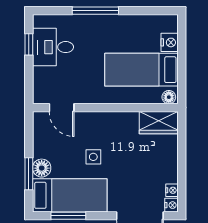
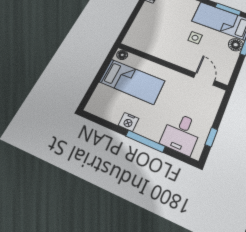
nightstand: (170, 42) -> (129, 122), moved, turned -90
desk: (53, 47) -> (181, 133), moved, turned 90
wardrobe: (159, 123) -> (138, 41), removed

